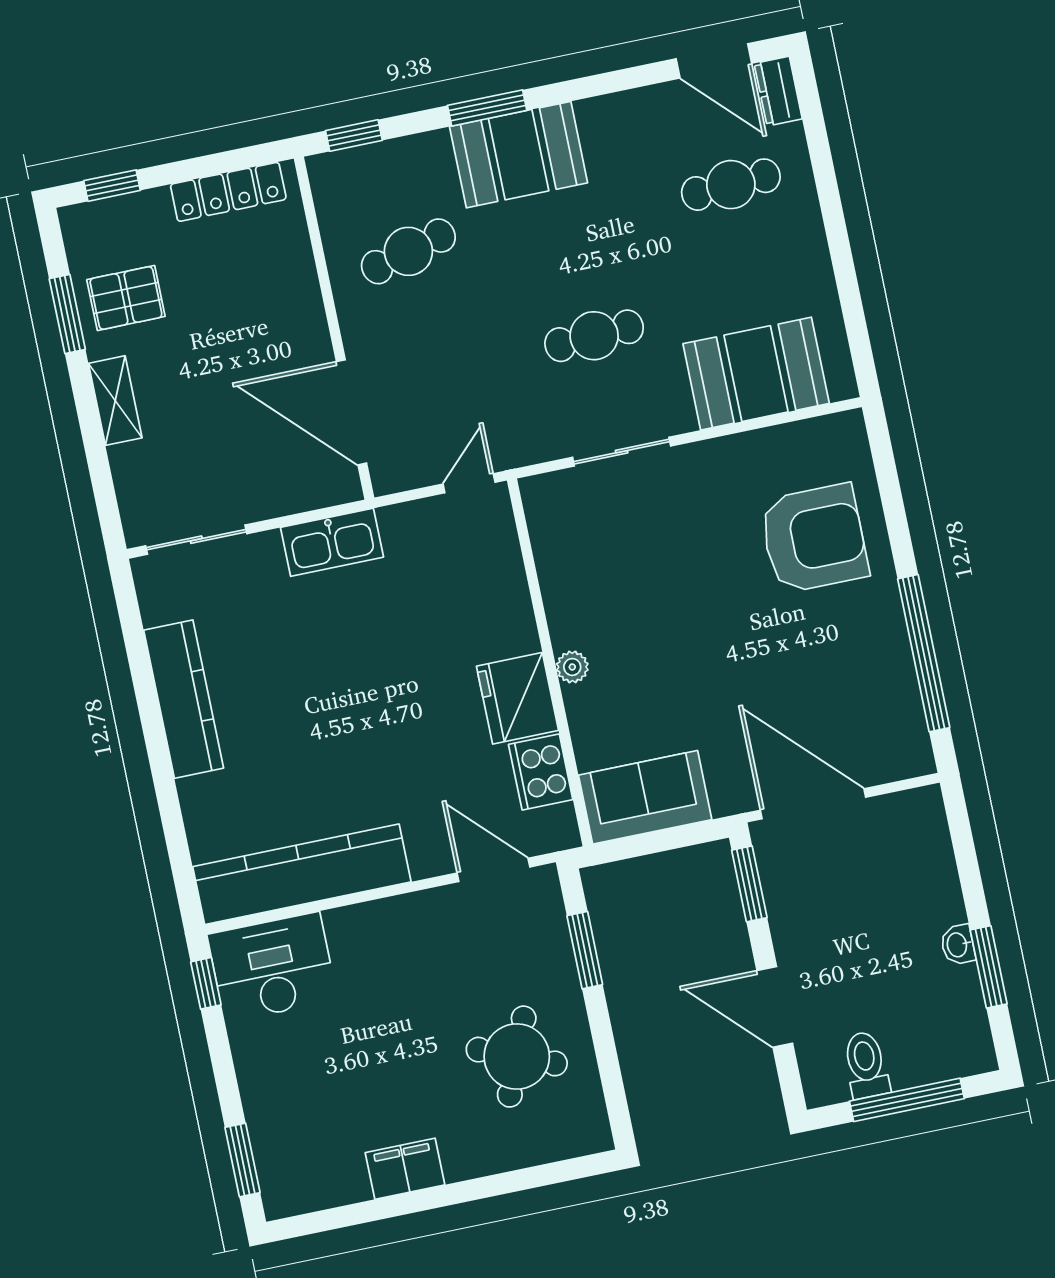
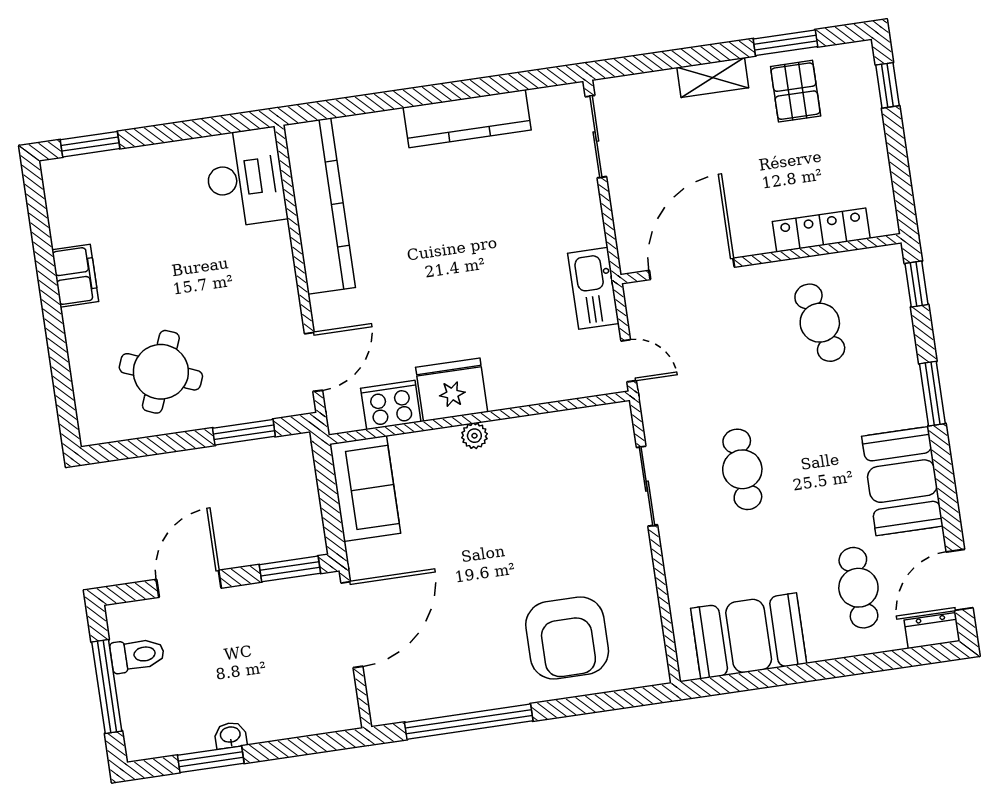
booth: (519, 155) -> (902, 481), moved
locker: (228, 192) -> (821, 230), moved, turned 90
booth: (756, 374) -> (749, 636), moved, turned 90
kitchen sink: (332, 542) -> (593, 288), moved
window: (206, 983) -> (235, 123), removed

